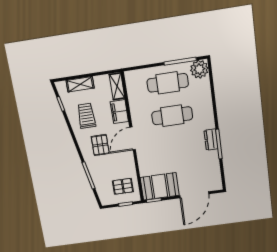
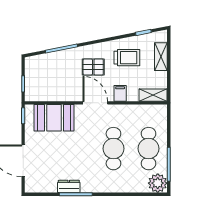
filing cabinet: (119, 112) -> (120, 93), width x0.50
dresser: (211, 140) -> (69, 186), moved
pallet: (123, 186) -> (44, 84), removed
booth: (160, 186) -> (54, 118), moved, turned 90

